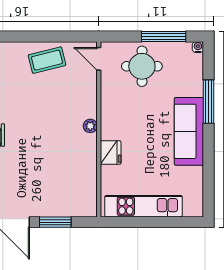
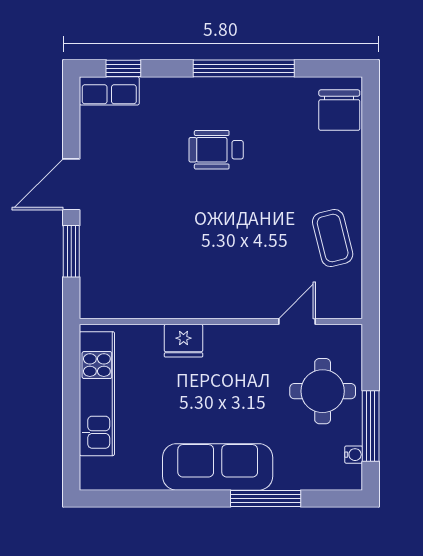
water cooler: (198, 47) -> (354, 455), moved
door: (99, 59) -> (297, 322), moved
plant: (90, 126) -> (226, 308), removed

